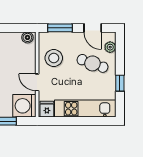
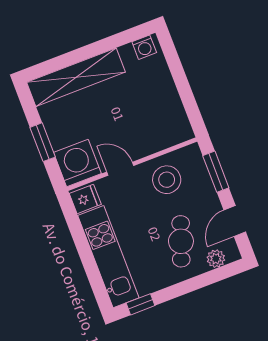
boiler: (27, 37) -> (182, 128), removed
door: (37, 82) -> (120, 169), hinge flipped
window: (120, 83) -> (140, 304), moved

